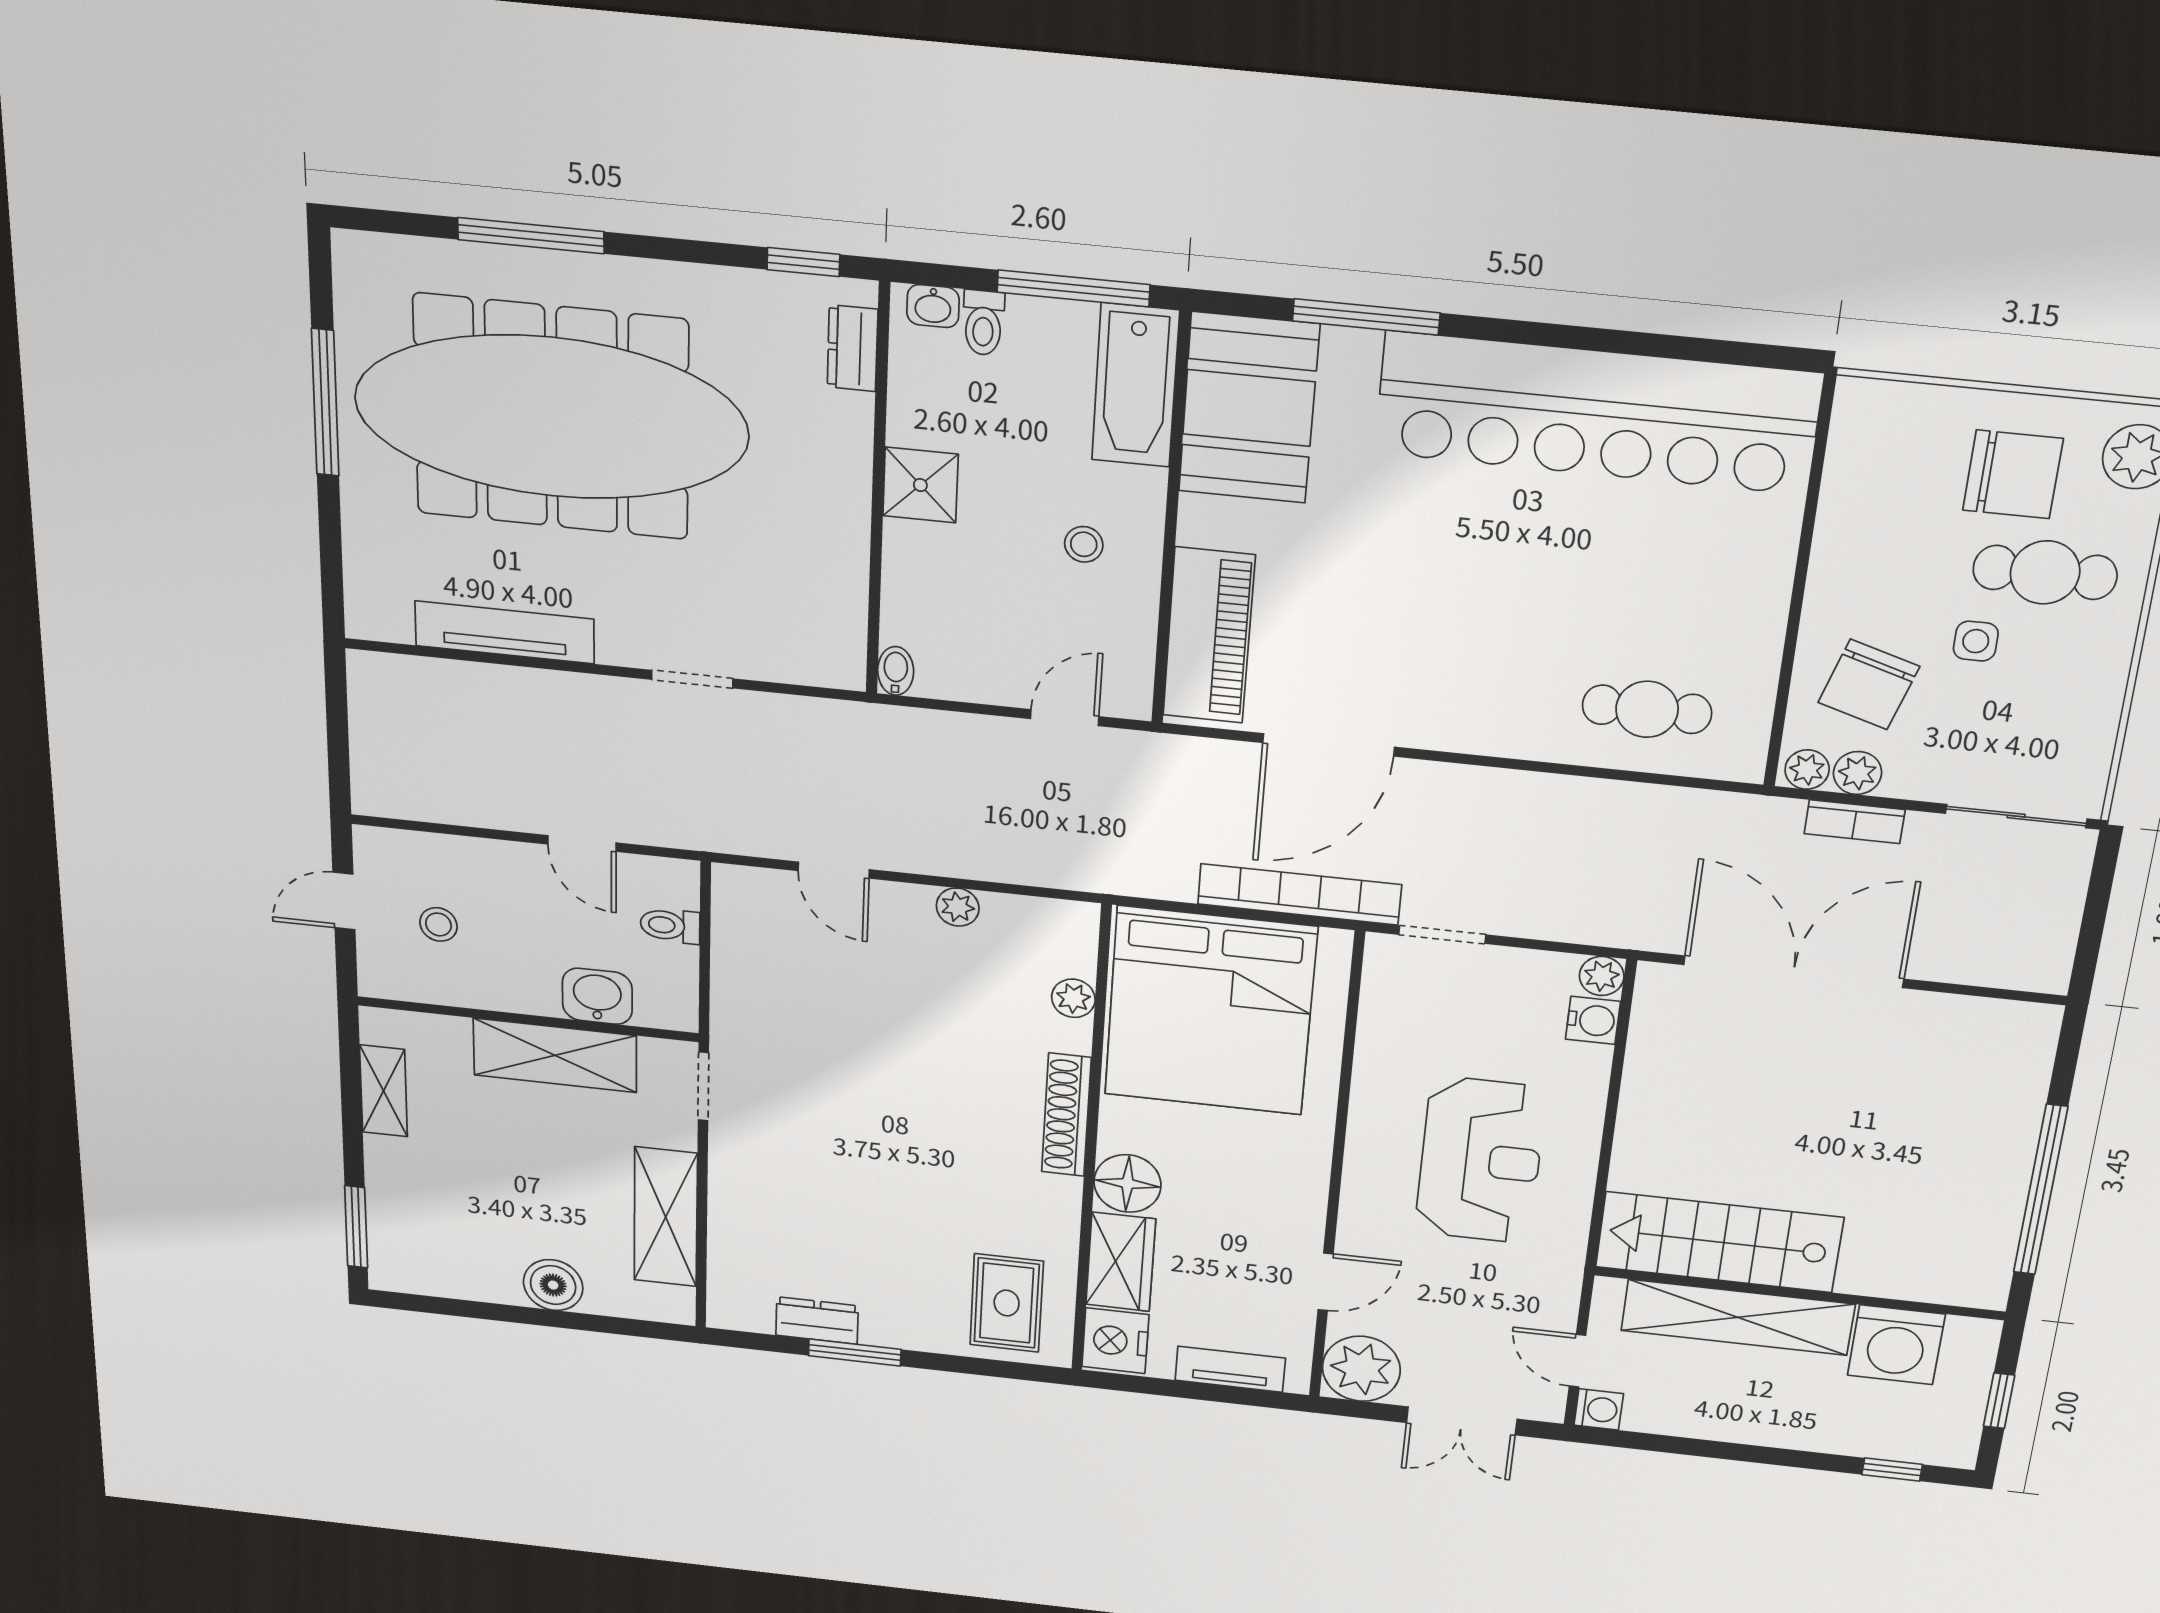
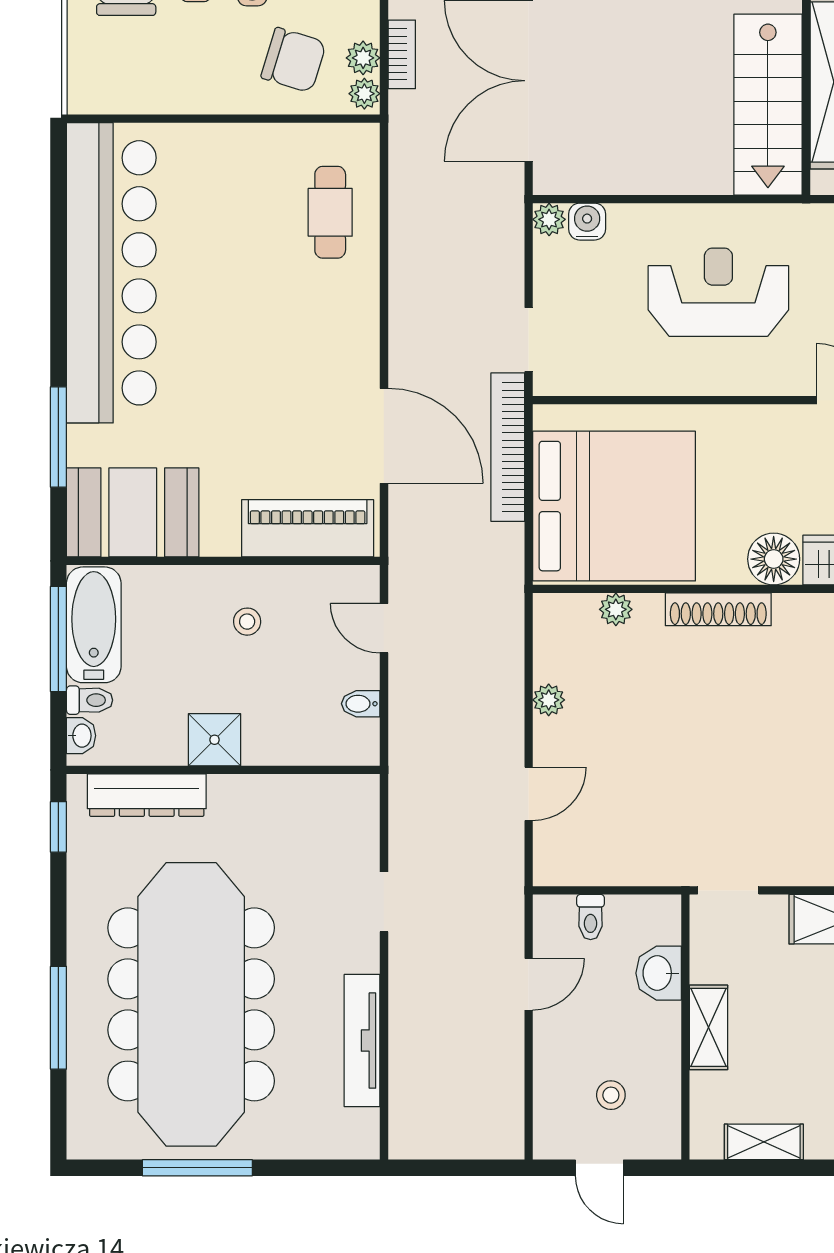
dresser: (852, 348) -> (147, 795), width x1.96, depth x1.24
bathtub: (1135, 385) -> (94, 625), moved, turned -90
bidet: (896, 671) -> (361, 704), moved
shelving: (555, 1055) -> (709, 1027), width x0.67, depth x0.75

